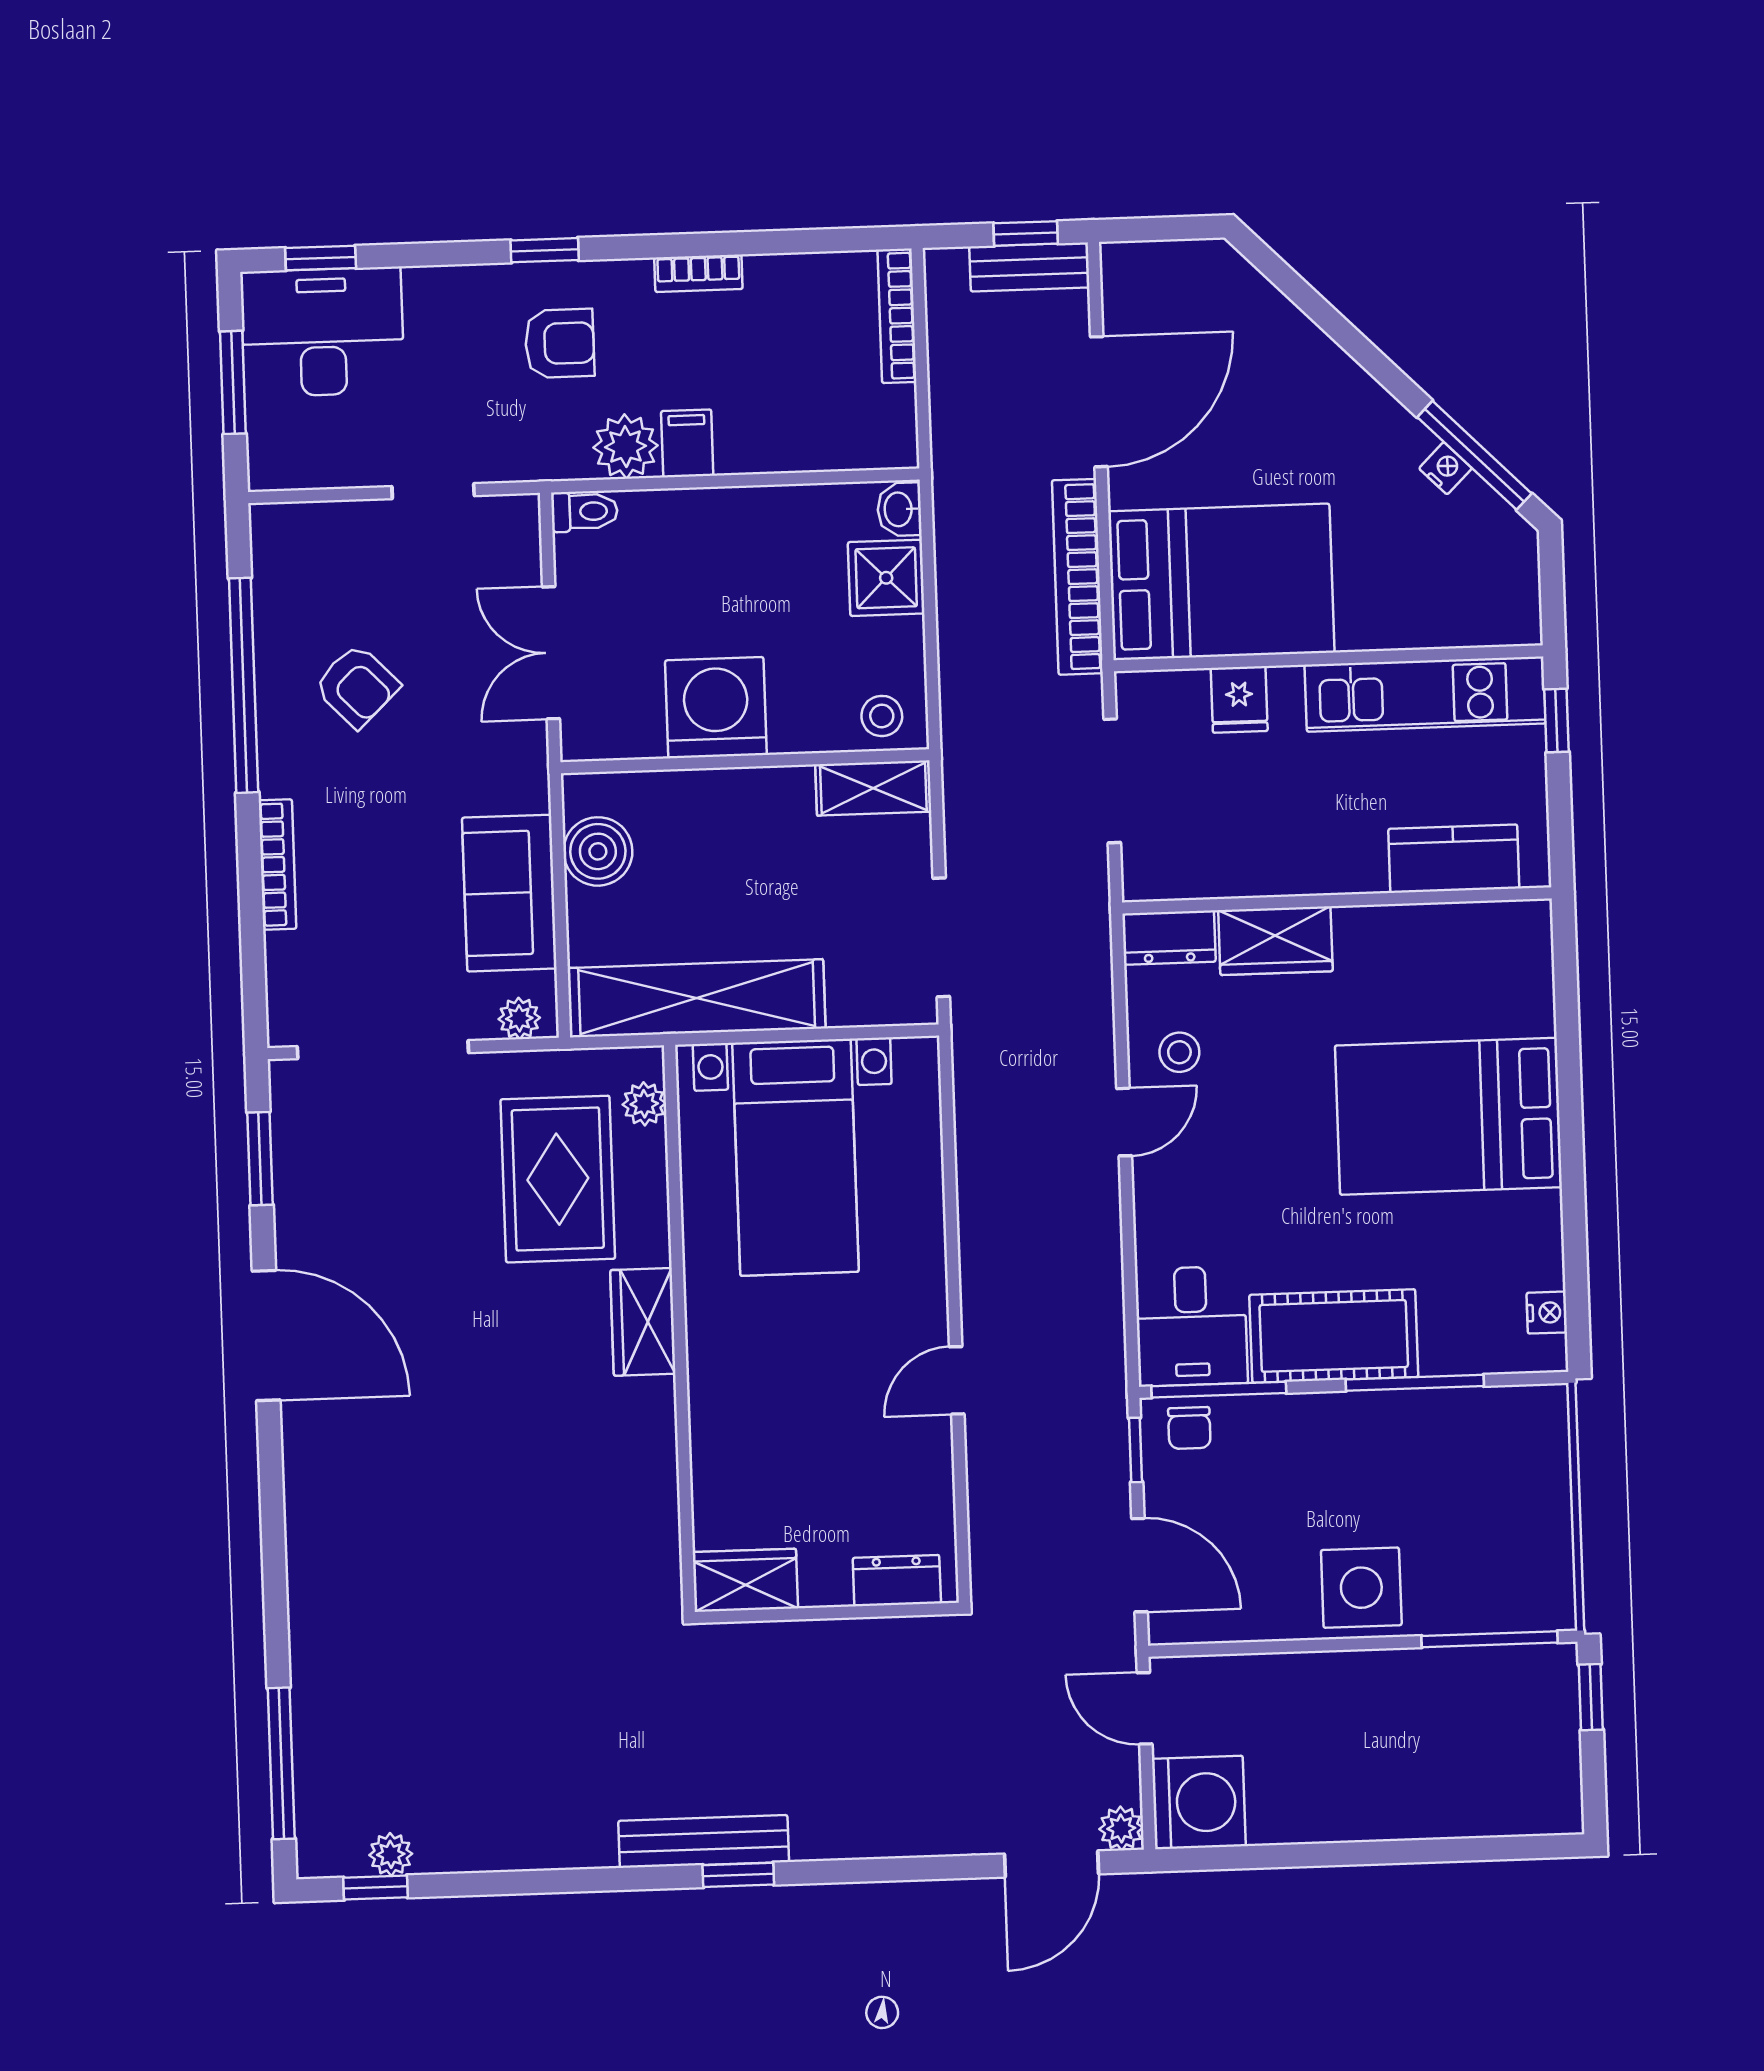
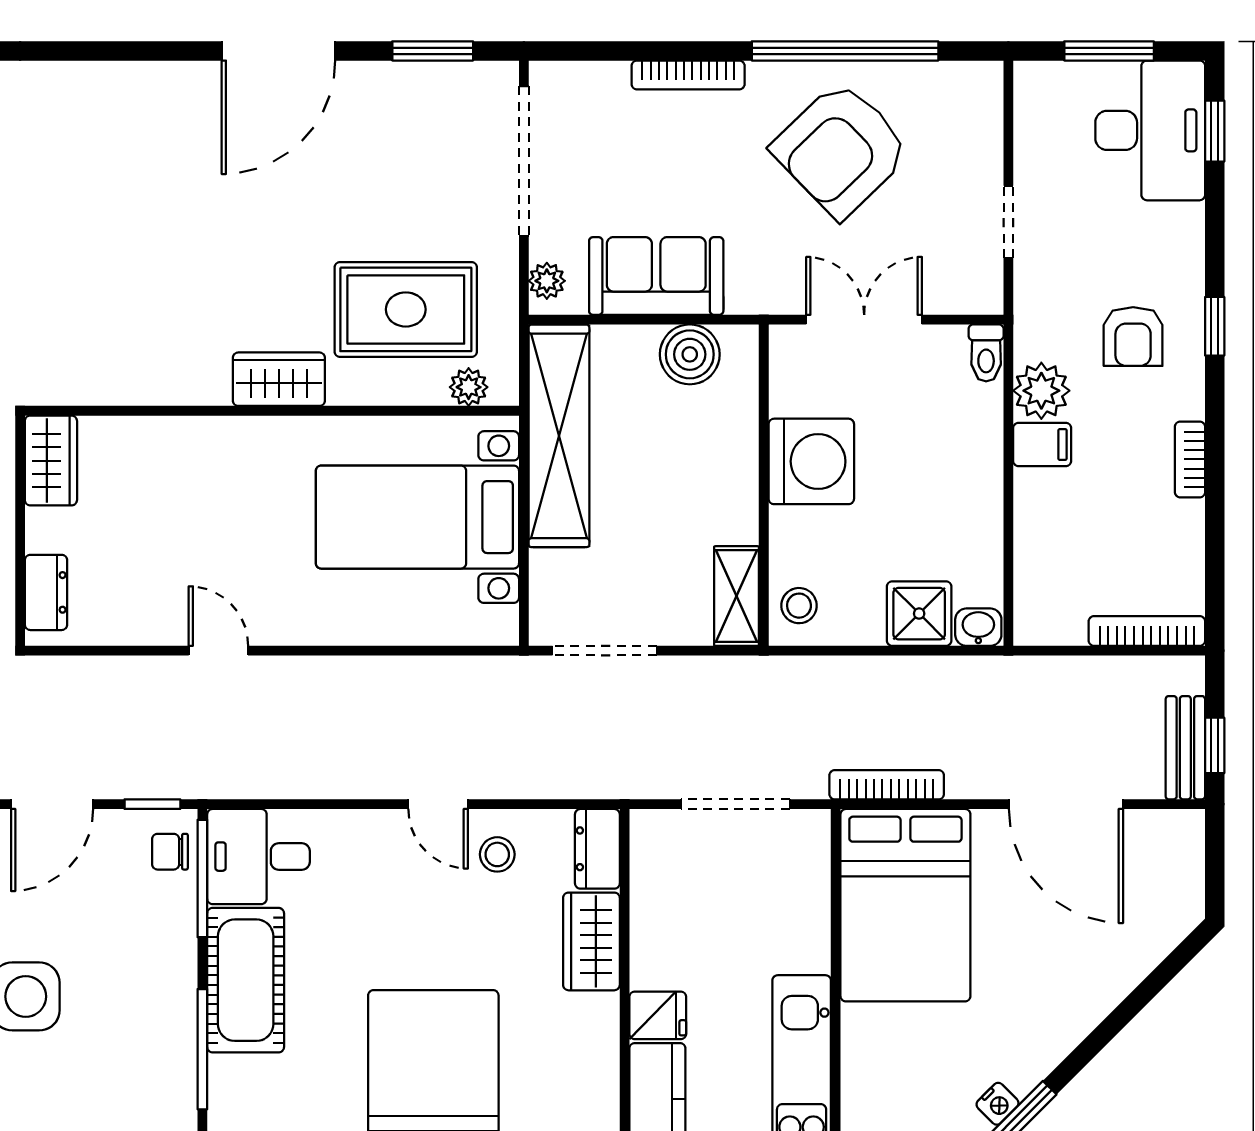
bookcase: (1077, 577) -> (887, 785), width x0.68, depth x0.76
armchair: (357, 686) -> (841, 149), width x1.88, depth x1.88
fridge: (1239, 699) -> (658, 1015), moved, turned 180

